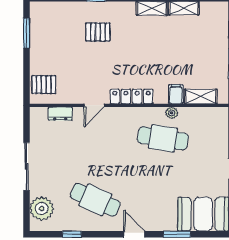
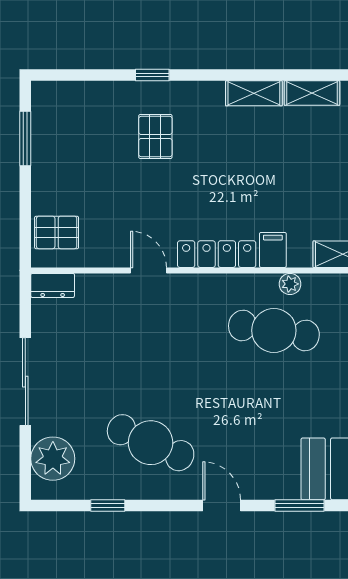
pallet: (98, 32) -> (155, 136), turned 90
filing cabinet: (176, 94) -> (273, 250), moved
door: (94, 105) -> (148, 270), swing flipped
dresser: (60, 114) -> (53, 285), moved

